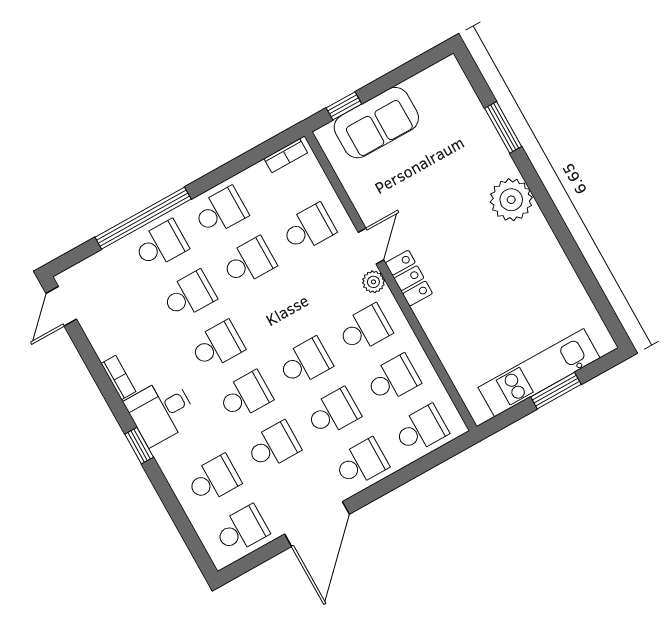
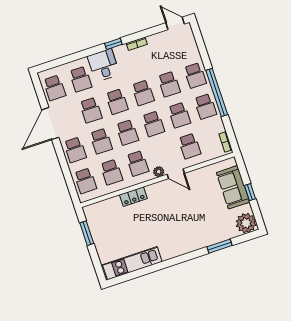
window: (344, 106) -> (250, 192), moved
plant: (511, 200) -> (246, 223), moved
window: (143, 218) -> (217, 92), moved
locker: (409, 278) -> (133, 197), moved
school desk: (277, 312) -> (153, 124), added
kitchen unit: (539, 373) -> (132, 263), moved, turned -90
window: (556, 391) -> (87, 233), moved
desk: (161, 411) -> (104, 65), moved
window: (139, 446) -> (113, 44), moved
door: (317, 524) -> (50, 124), hinge flipped

